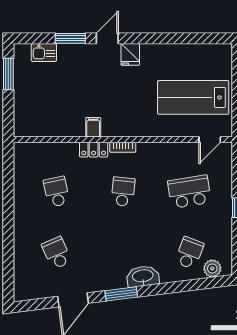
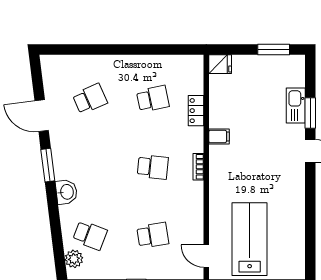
kitchen sink: (44, 52) -> (296, 105), moved, width x1.38
fridge: (130, 54) -> (220, 64), moved, turned 180
locker: (94, 150) -> (196, 111), moved
school desk: (189, 192) -> (153, 235), width x0.54
washbasin: (143, 276) -> (66, 192), width x0.72

